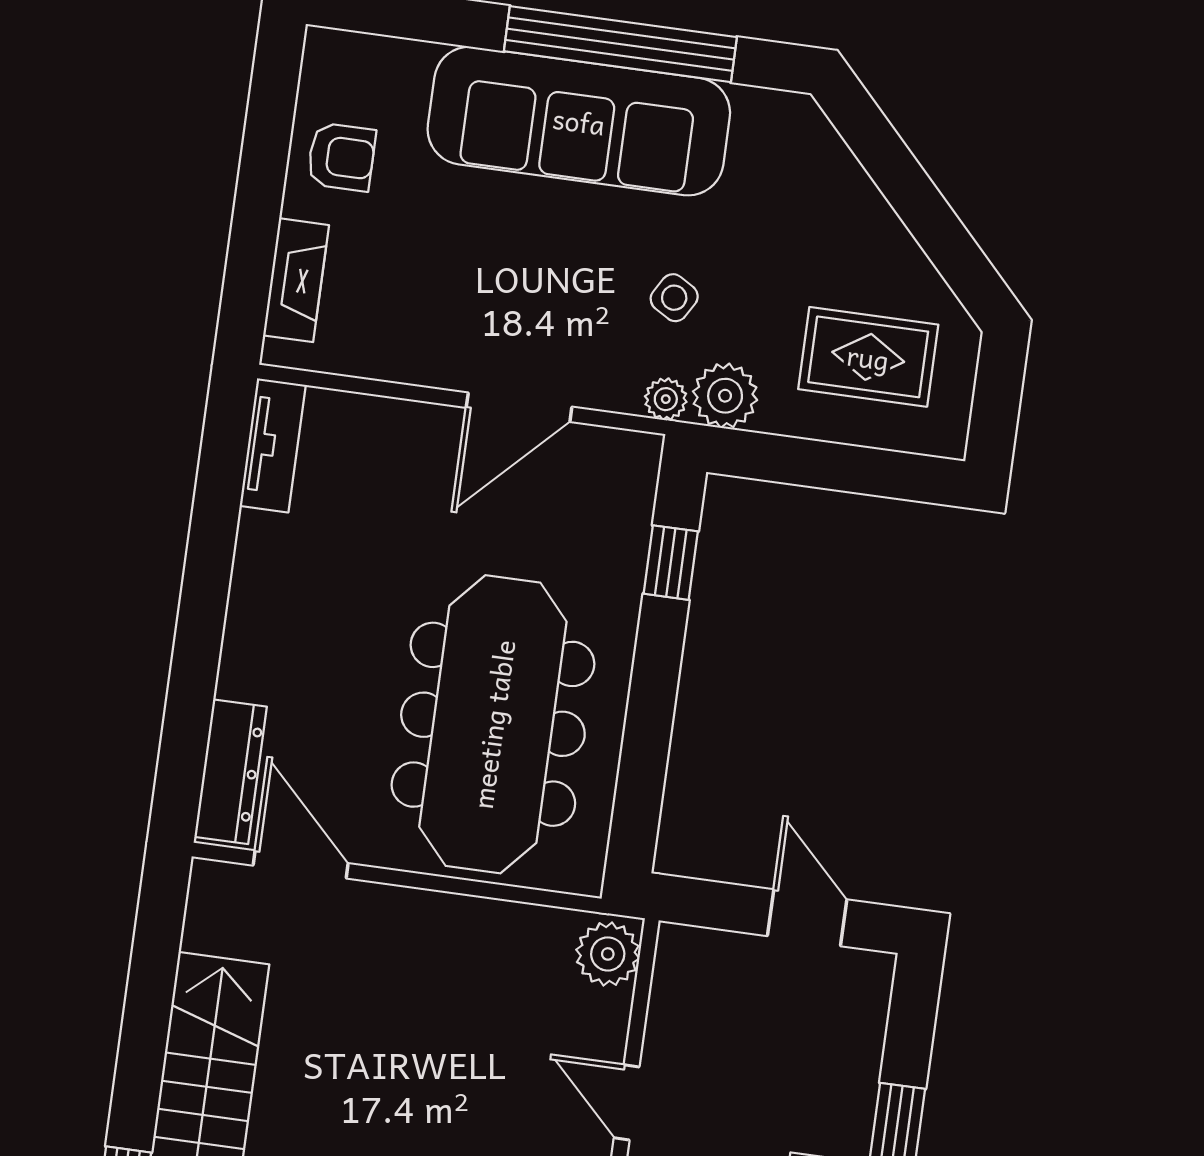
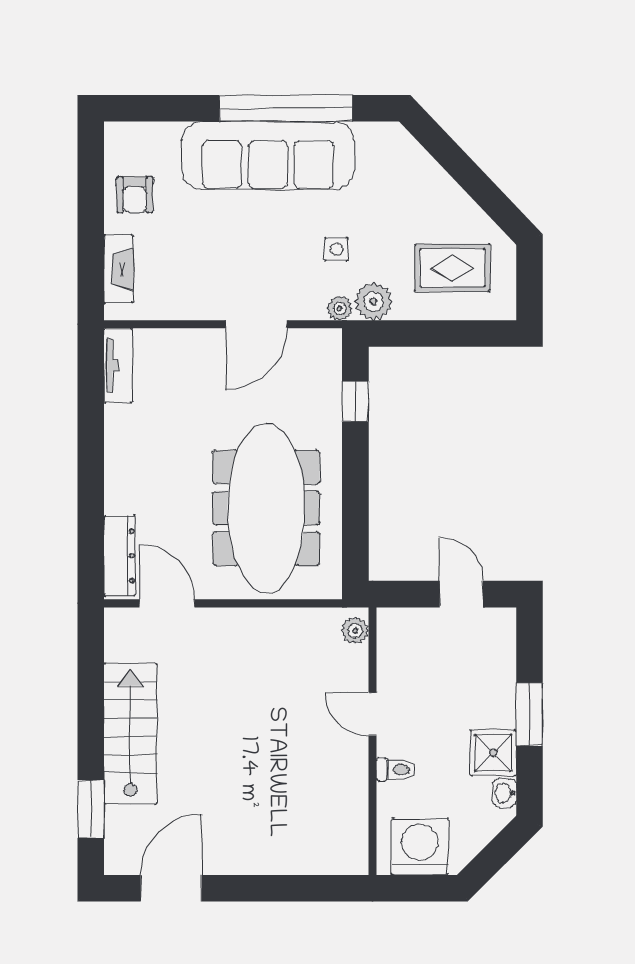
armchair: (341, 157) -> (135, 195), turned 90
side table: (674, 298) -> (337, 249), turned -31
plant: (608, 954) -> (355, 631), width x0.73, depth x0.73

